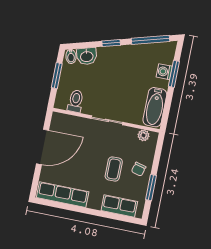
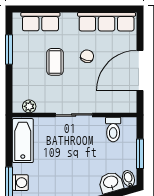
chair: (139, 169) -> (87, 56), moved

